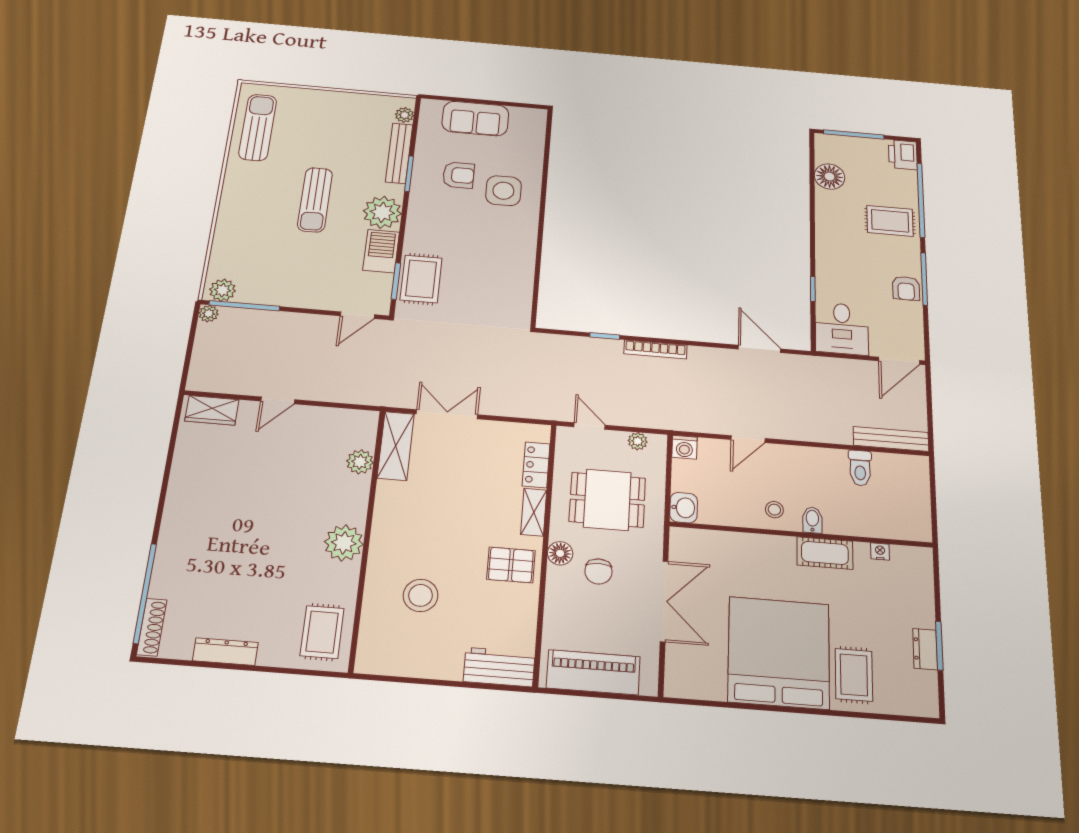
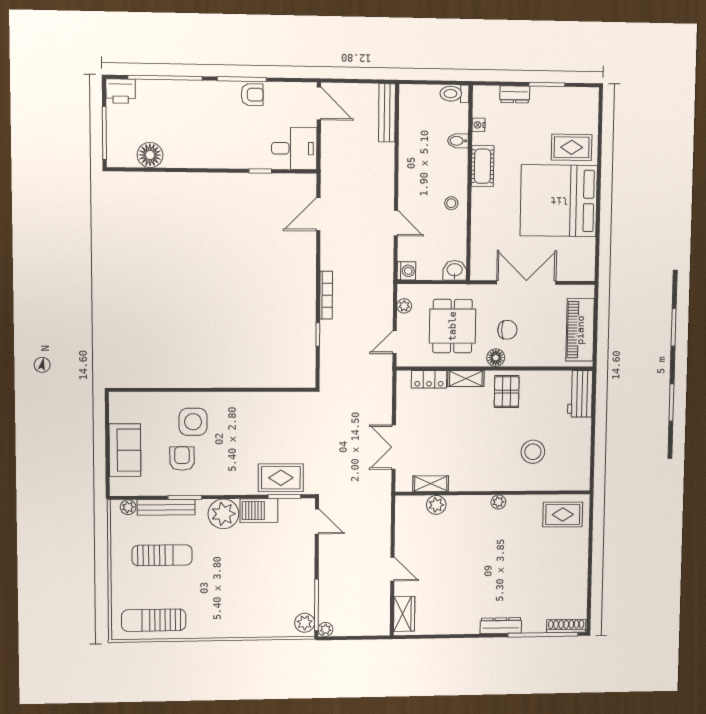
sun lounger: (315, 200) -> (162, 555), moved
rug: (890, 221) -> (189, 105), removed
shelving: (396, 446) -> (431, 484), width x0.67, depth x0.75
toilet: (860, 468) -> (454, 94), moved, turned 180
bidet: (812, 520) -> (458, 141), moved
plant: (344, 543) -> (498, 502), width x0.53, depth x0.53
dresser: (925, 649) -> (515, 94), moved
dresser: (225, 652) -> (501, 626), moved, turned 90

